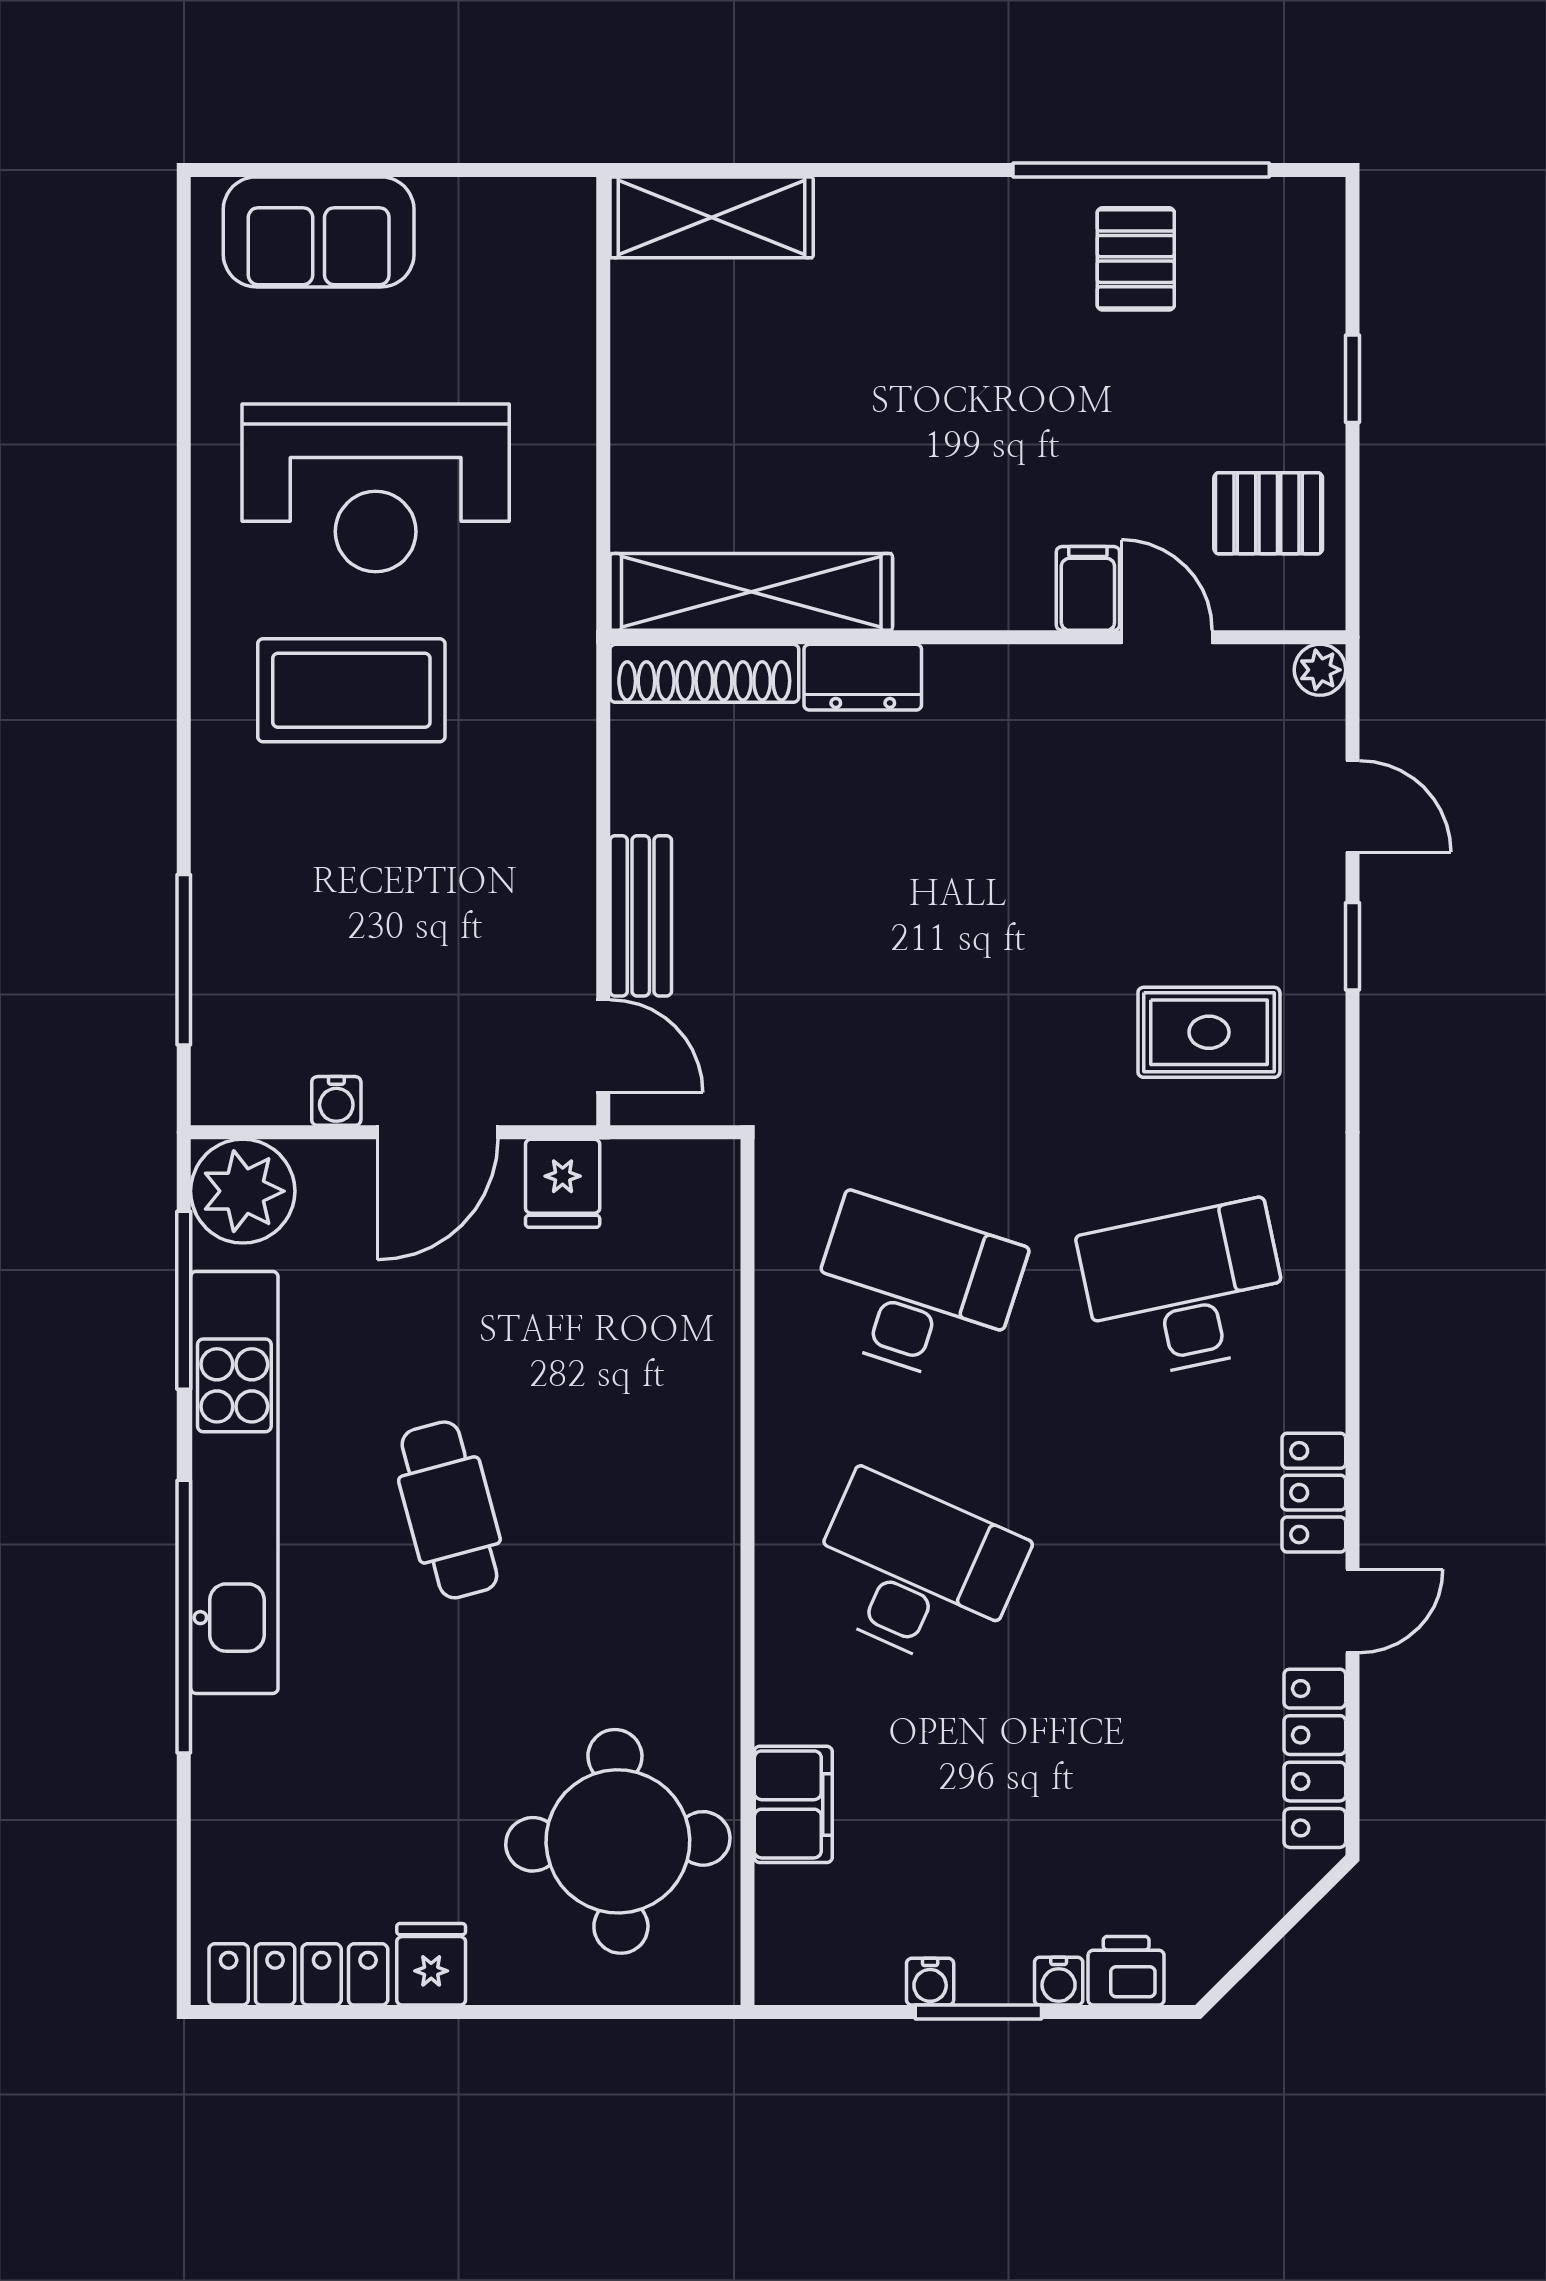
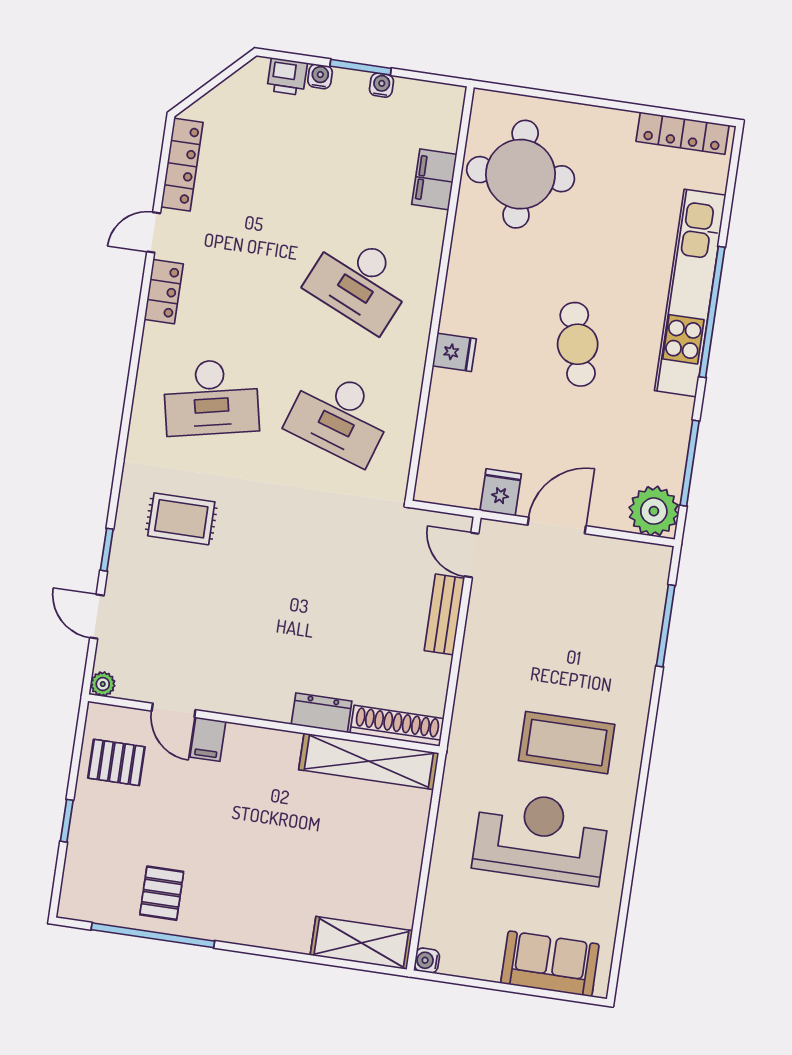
water cooler: (336, 1101) -> (427, 961), moved, turned -90
kitchen unit: (234, 1482) -> (690, 293), moved
fridge: (431, 1964) -> (454, 352), moved, turned -90

